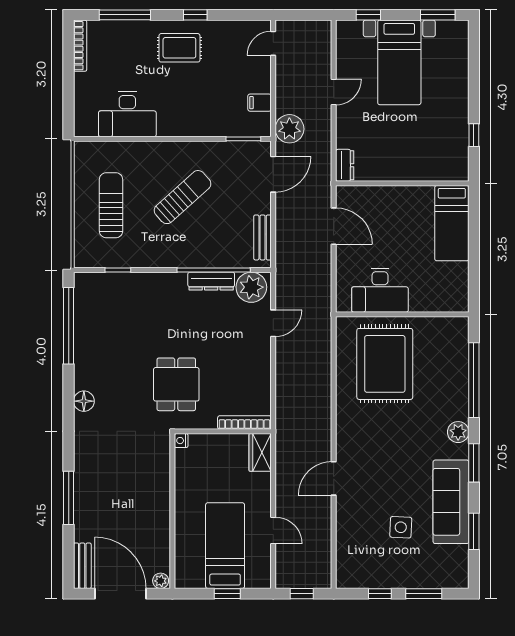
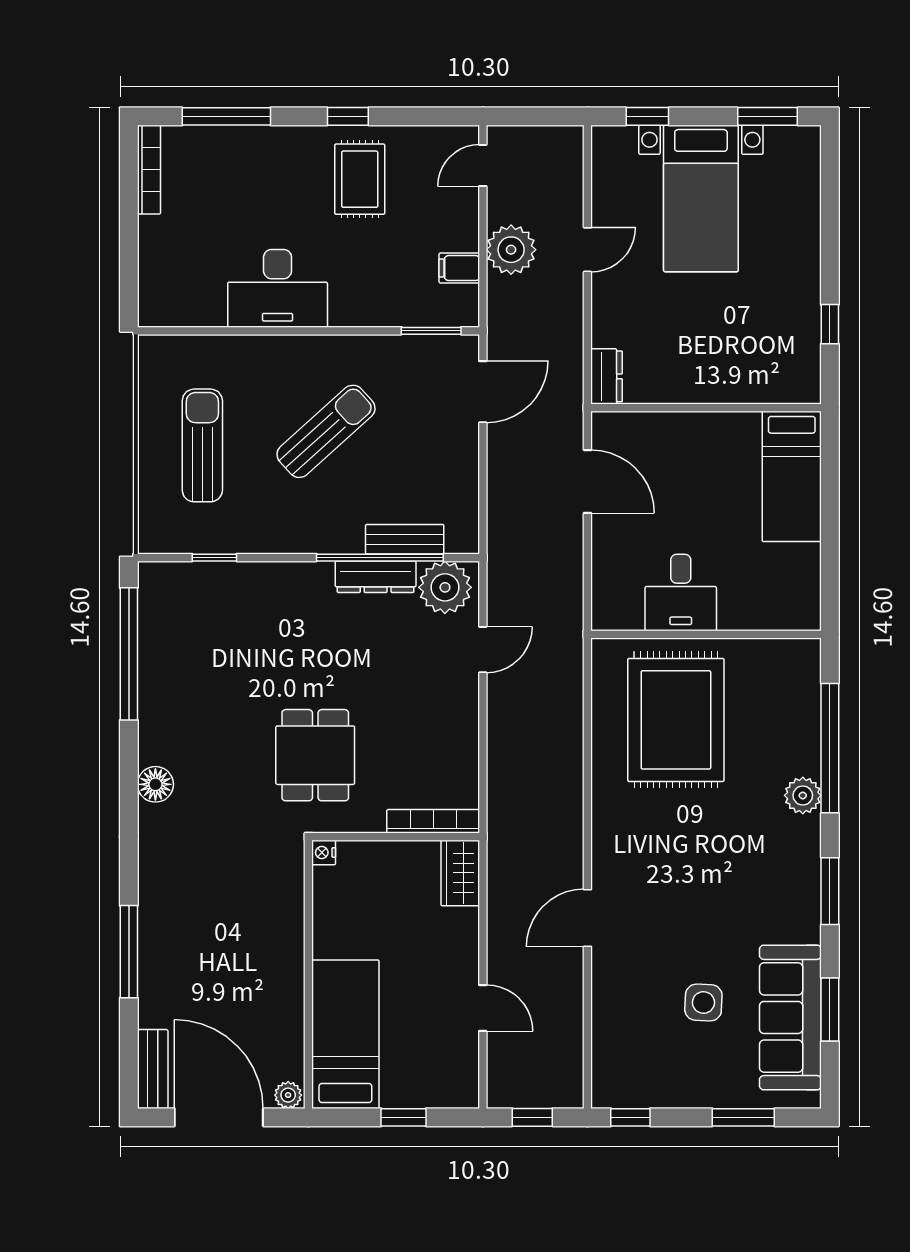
rug: (179, 48) -> (360, 179), moved, turned 90
desk: (127, 114) -> (278, 288), moved
plant: (289, 129) -> (511, 250), moved
bench: (263, 237) -> (405, 539), moved, turned 90
desk: (380, 290) -> (681, 592), width x0.73
plant: (458, 432) -> (803, 795), moved
sofa: (451, 502) -> (790, 1017), moved
bed: (225, 546) -> (345, 1034), moved
window: (380, 594) -> (630, 1117), moved

